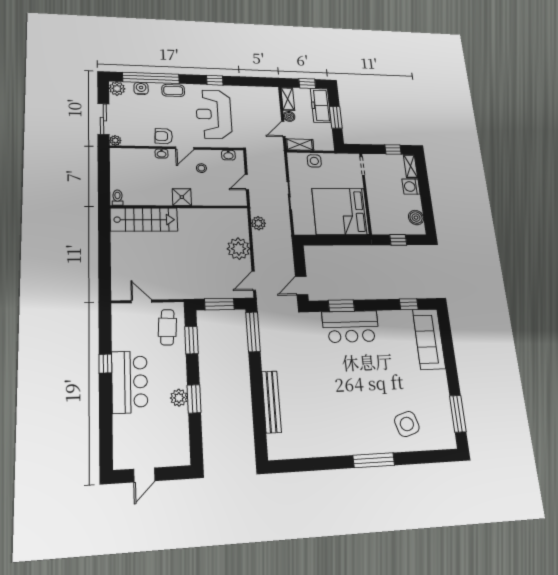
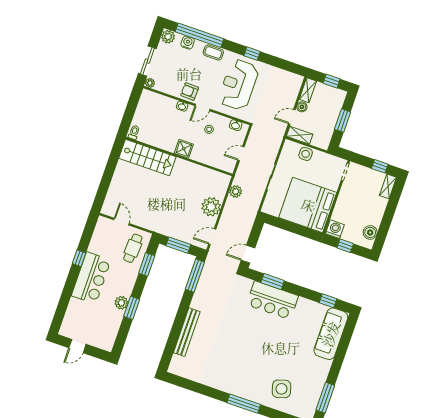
freezer: (321, 105) -> (334, 105), removed
washing machine: (411, 187) -> (335, 229), moved, turned 90

